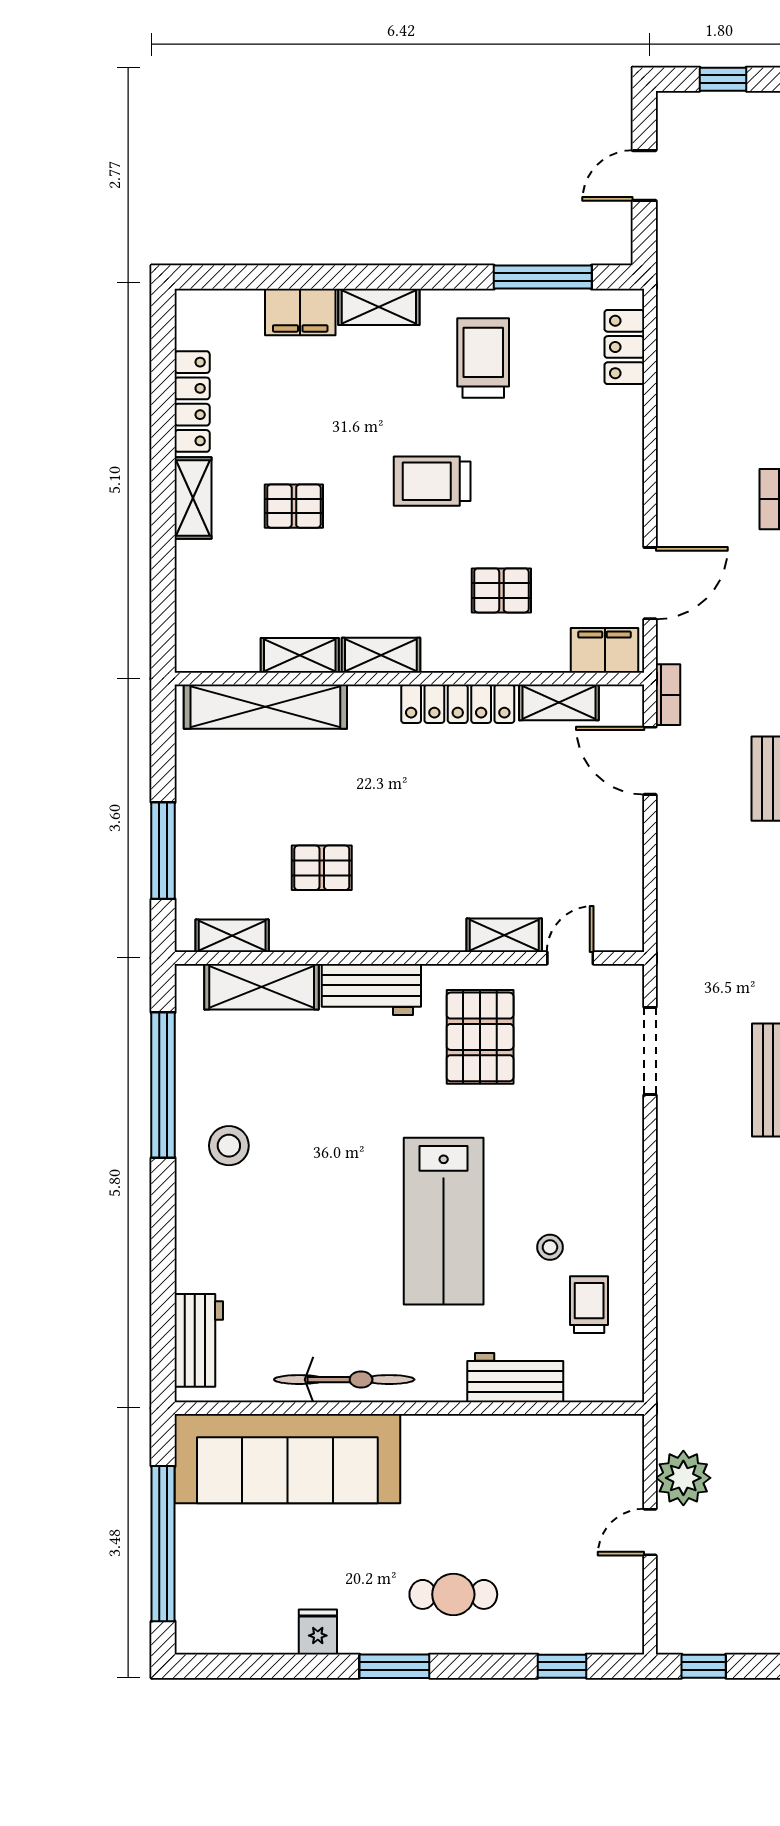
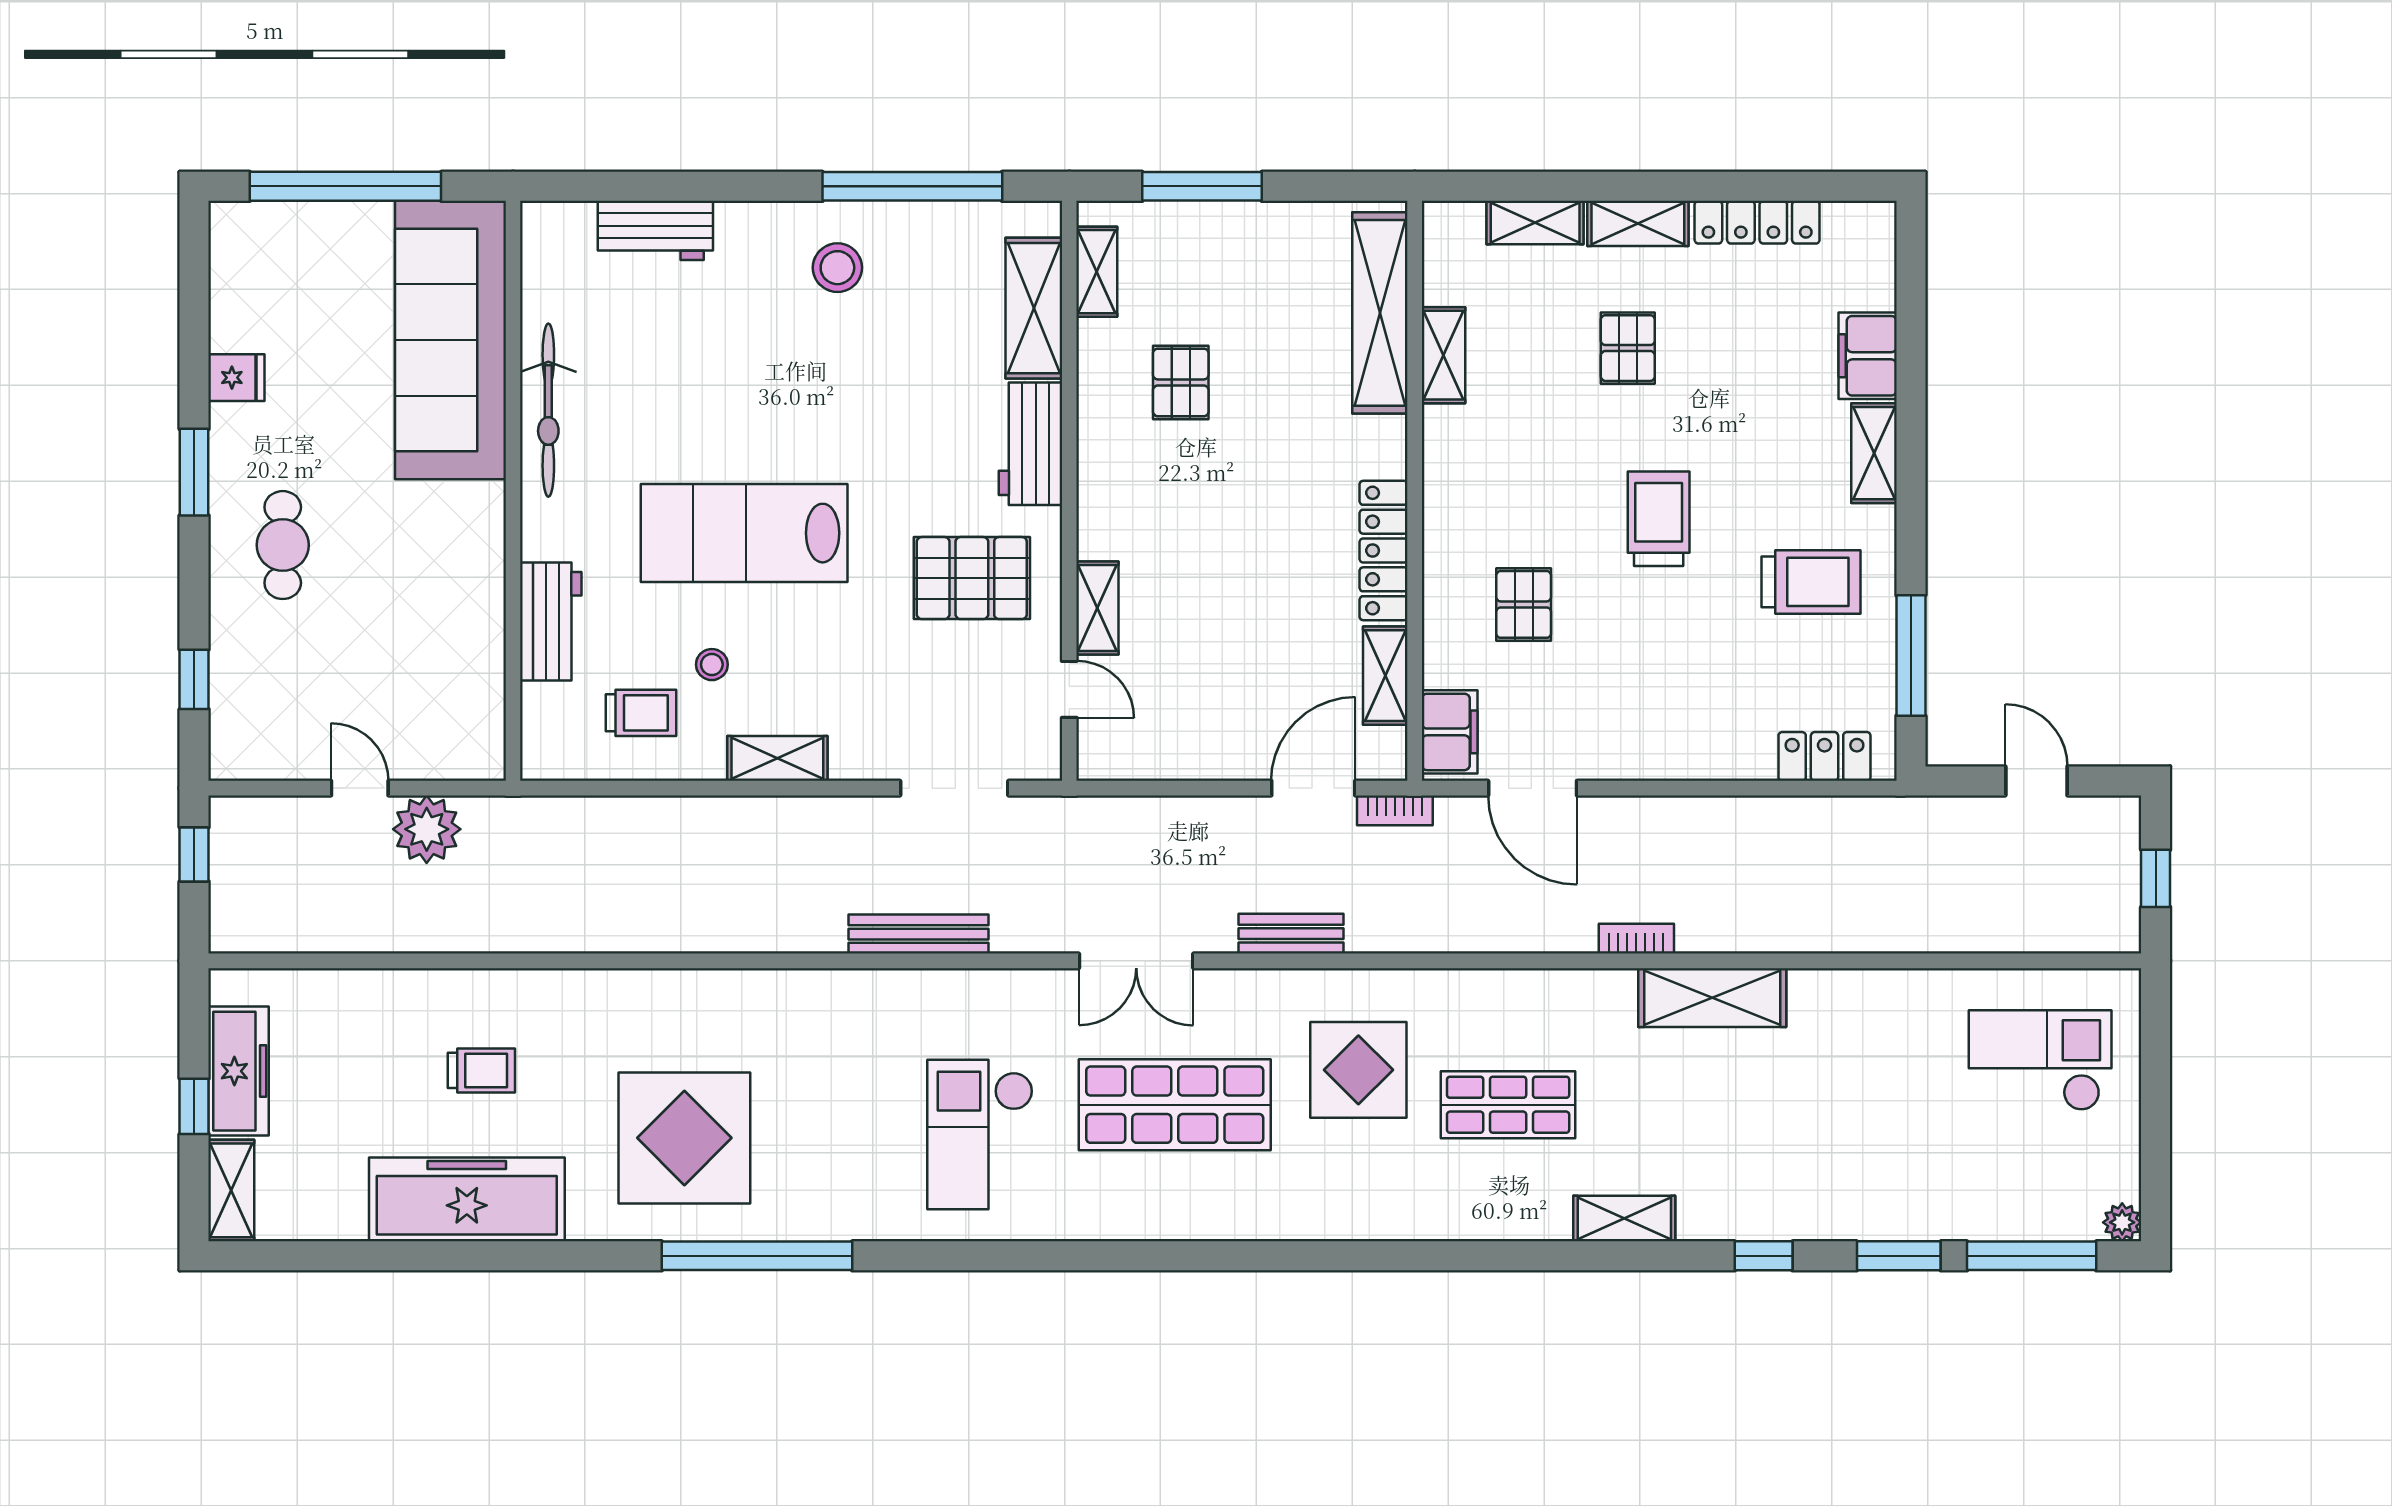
shelving: (381, 655) -> (1535, 222), moved, turned 90
shelving: (626, 1194) -> (777, 758), added
workbench: (199, 1340) -> (655, 230), moved

